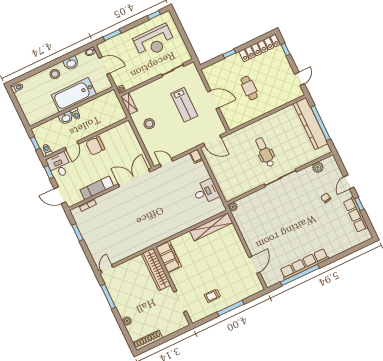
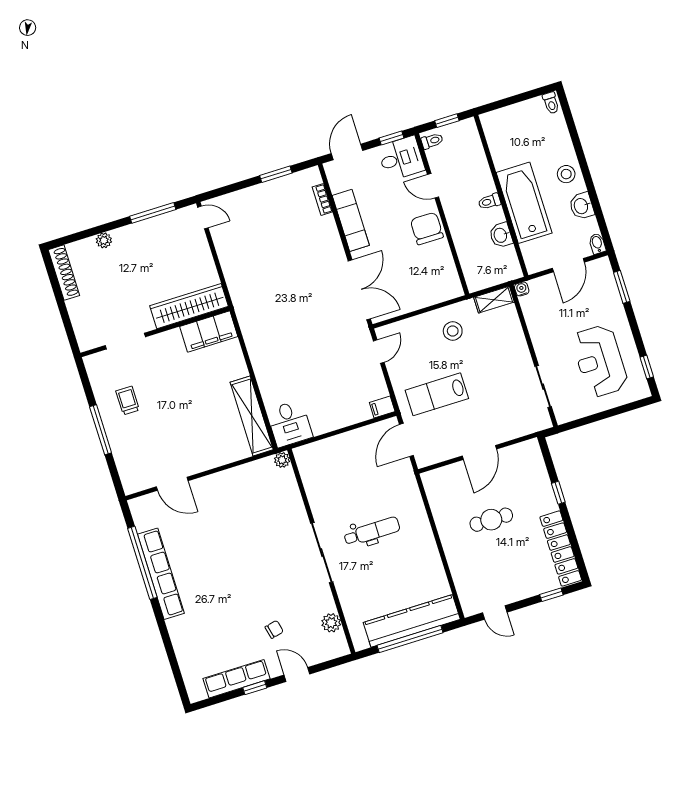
lab bench: (184, 105) -> (437, 394), moved
washbasin: (66, 118) -> (501, 235), moved
desk: (206, 192) -> (289, 424), moved

